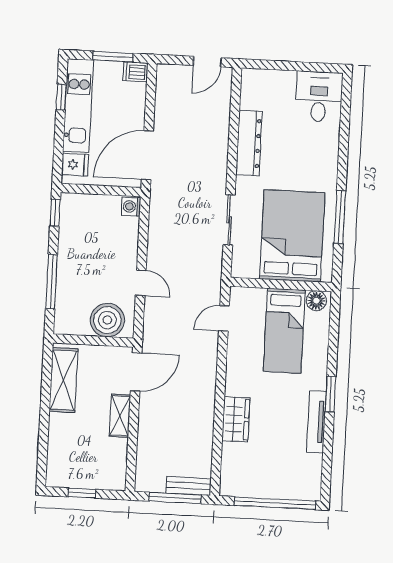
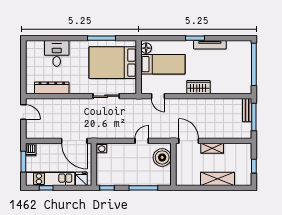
desk: (319, 97) -> (57, 53), moved, turned 90
dresser: (249, 143) -> (52, 88), moved
shelving: (63, 380) -> (217, 179), moved
wardrobe: (236, 419) -> (198, 87), moved

